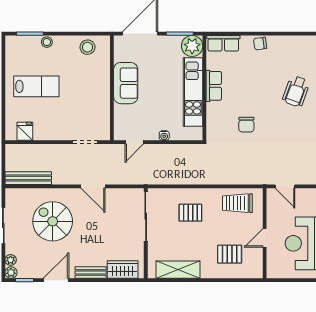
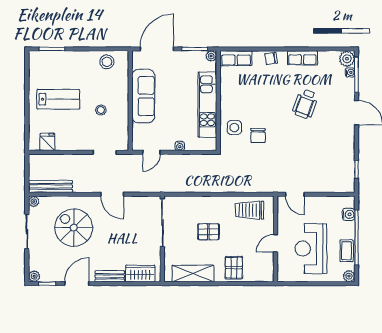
stool: (47, 42) -> (101, 110), moved
plant: (192, 46) -> (211, 56), width x0.53, depth x0.53
sofa: (126, 83) -> (143, 96), width x1.36
row of seats: (214, 86) -> (302, 58), moved, turned 90
side table: (221, 116) -> (234, 128), added
pallet: (190, 213) -> (208, 232), moved
pallet: (230, 254) -> (234, 268), moved, turned 90
plant: (11, 260) -> (34, 201), moved

